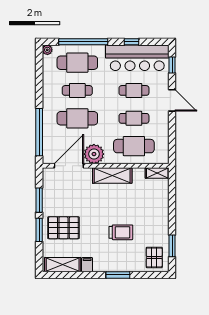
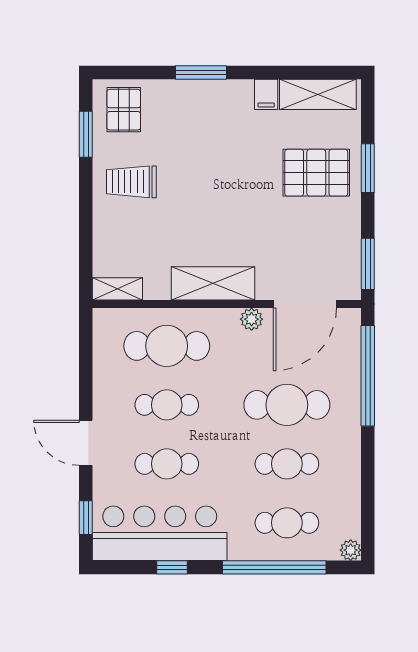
cafe table: (77, 63) -> (287, 523), width x0.73, depth x0.74
plant: (94, 154) -> (252, 319), width x0.53, depth x0.53
window: (39, 200) -> (368, 264), moved
trolley: (121, 232) -> (131, 182), moved

